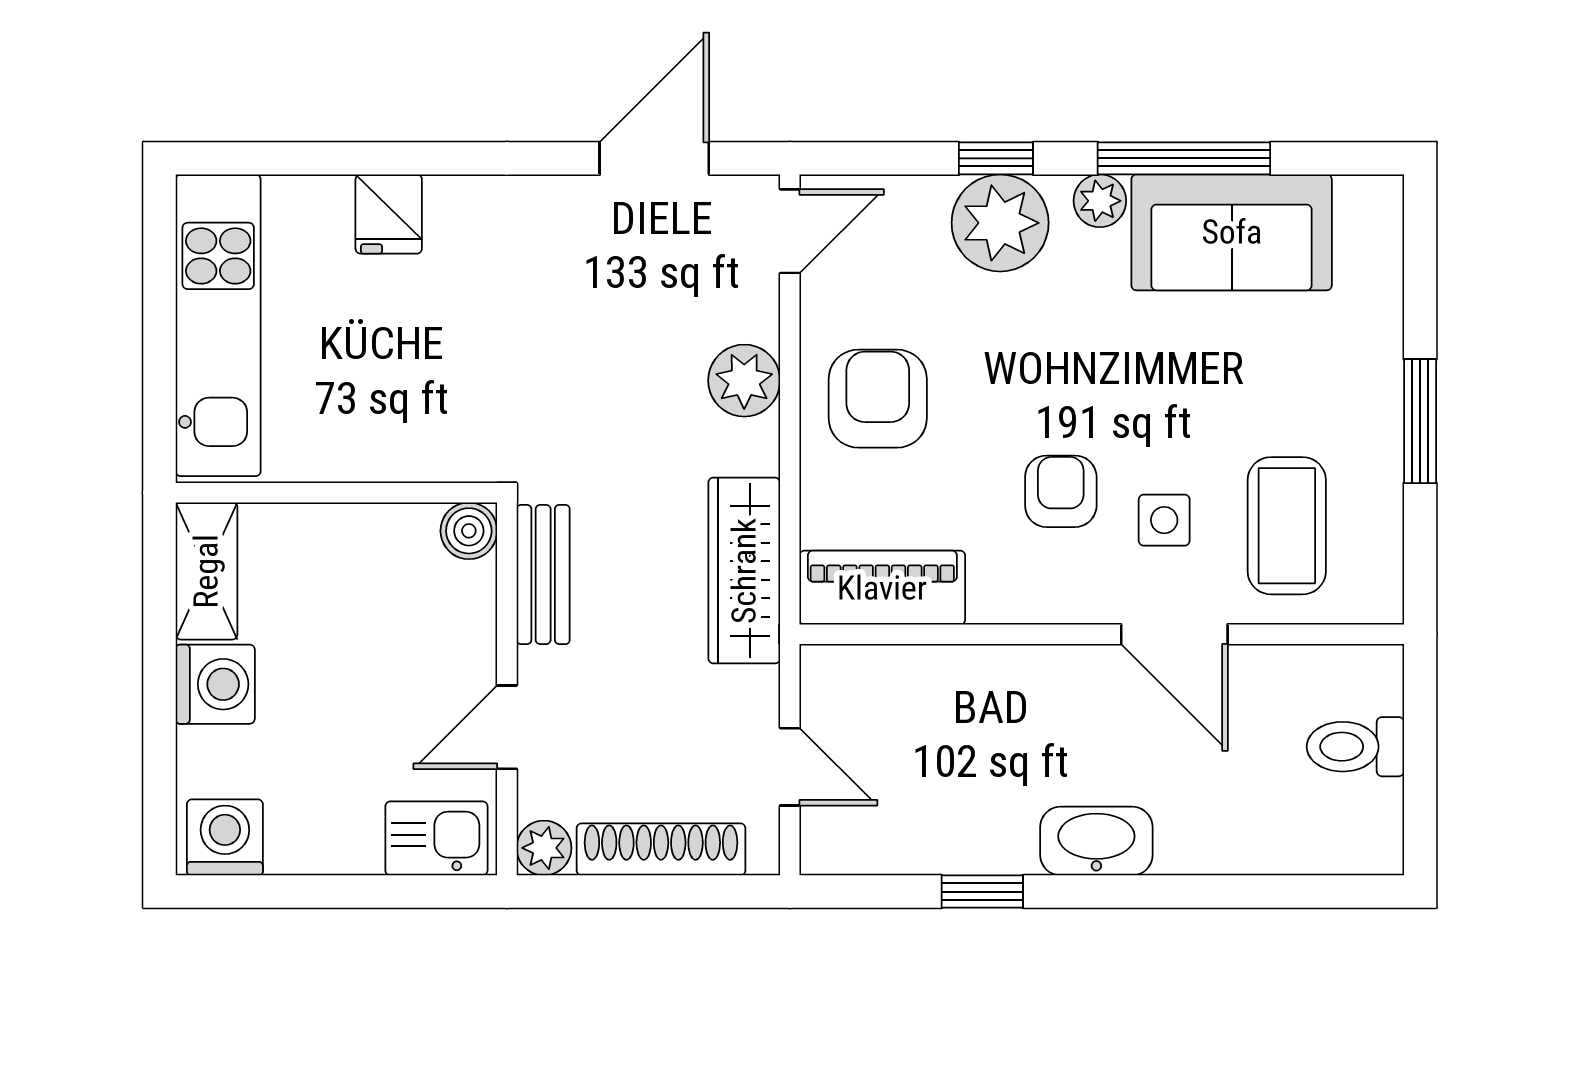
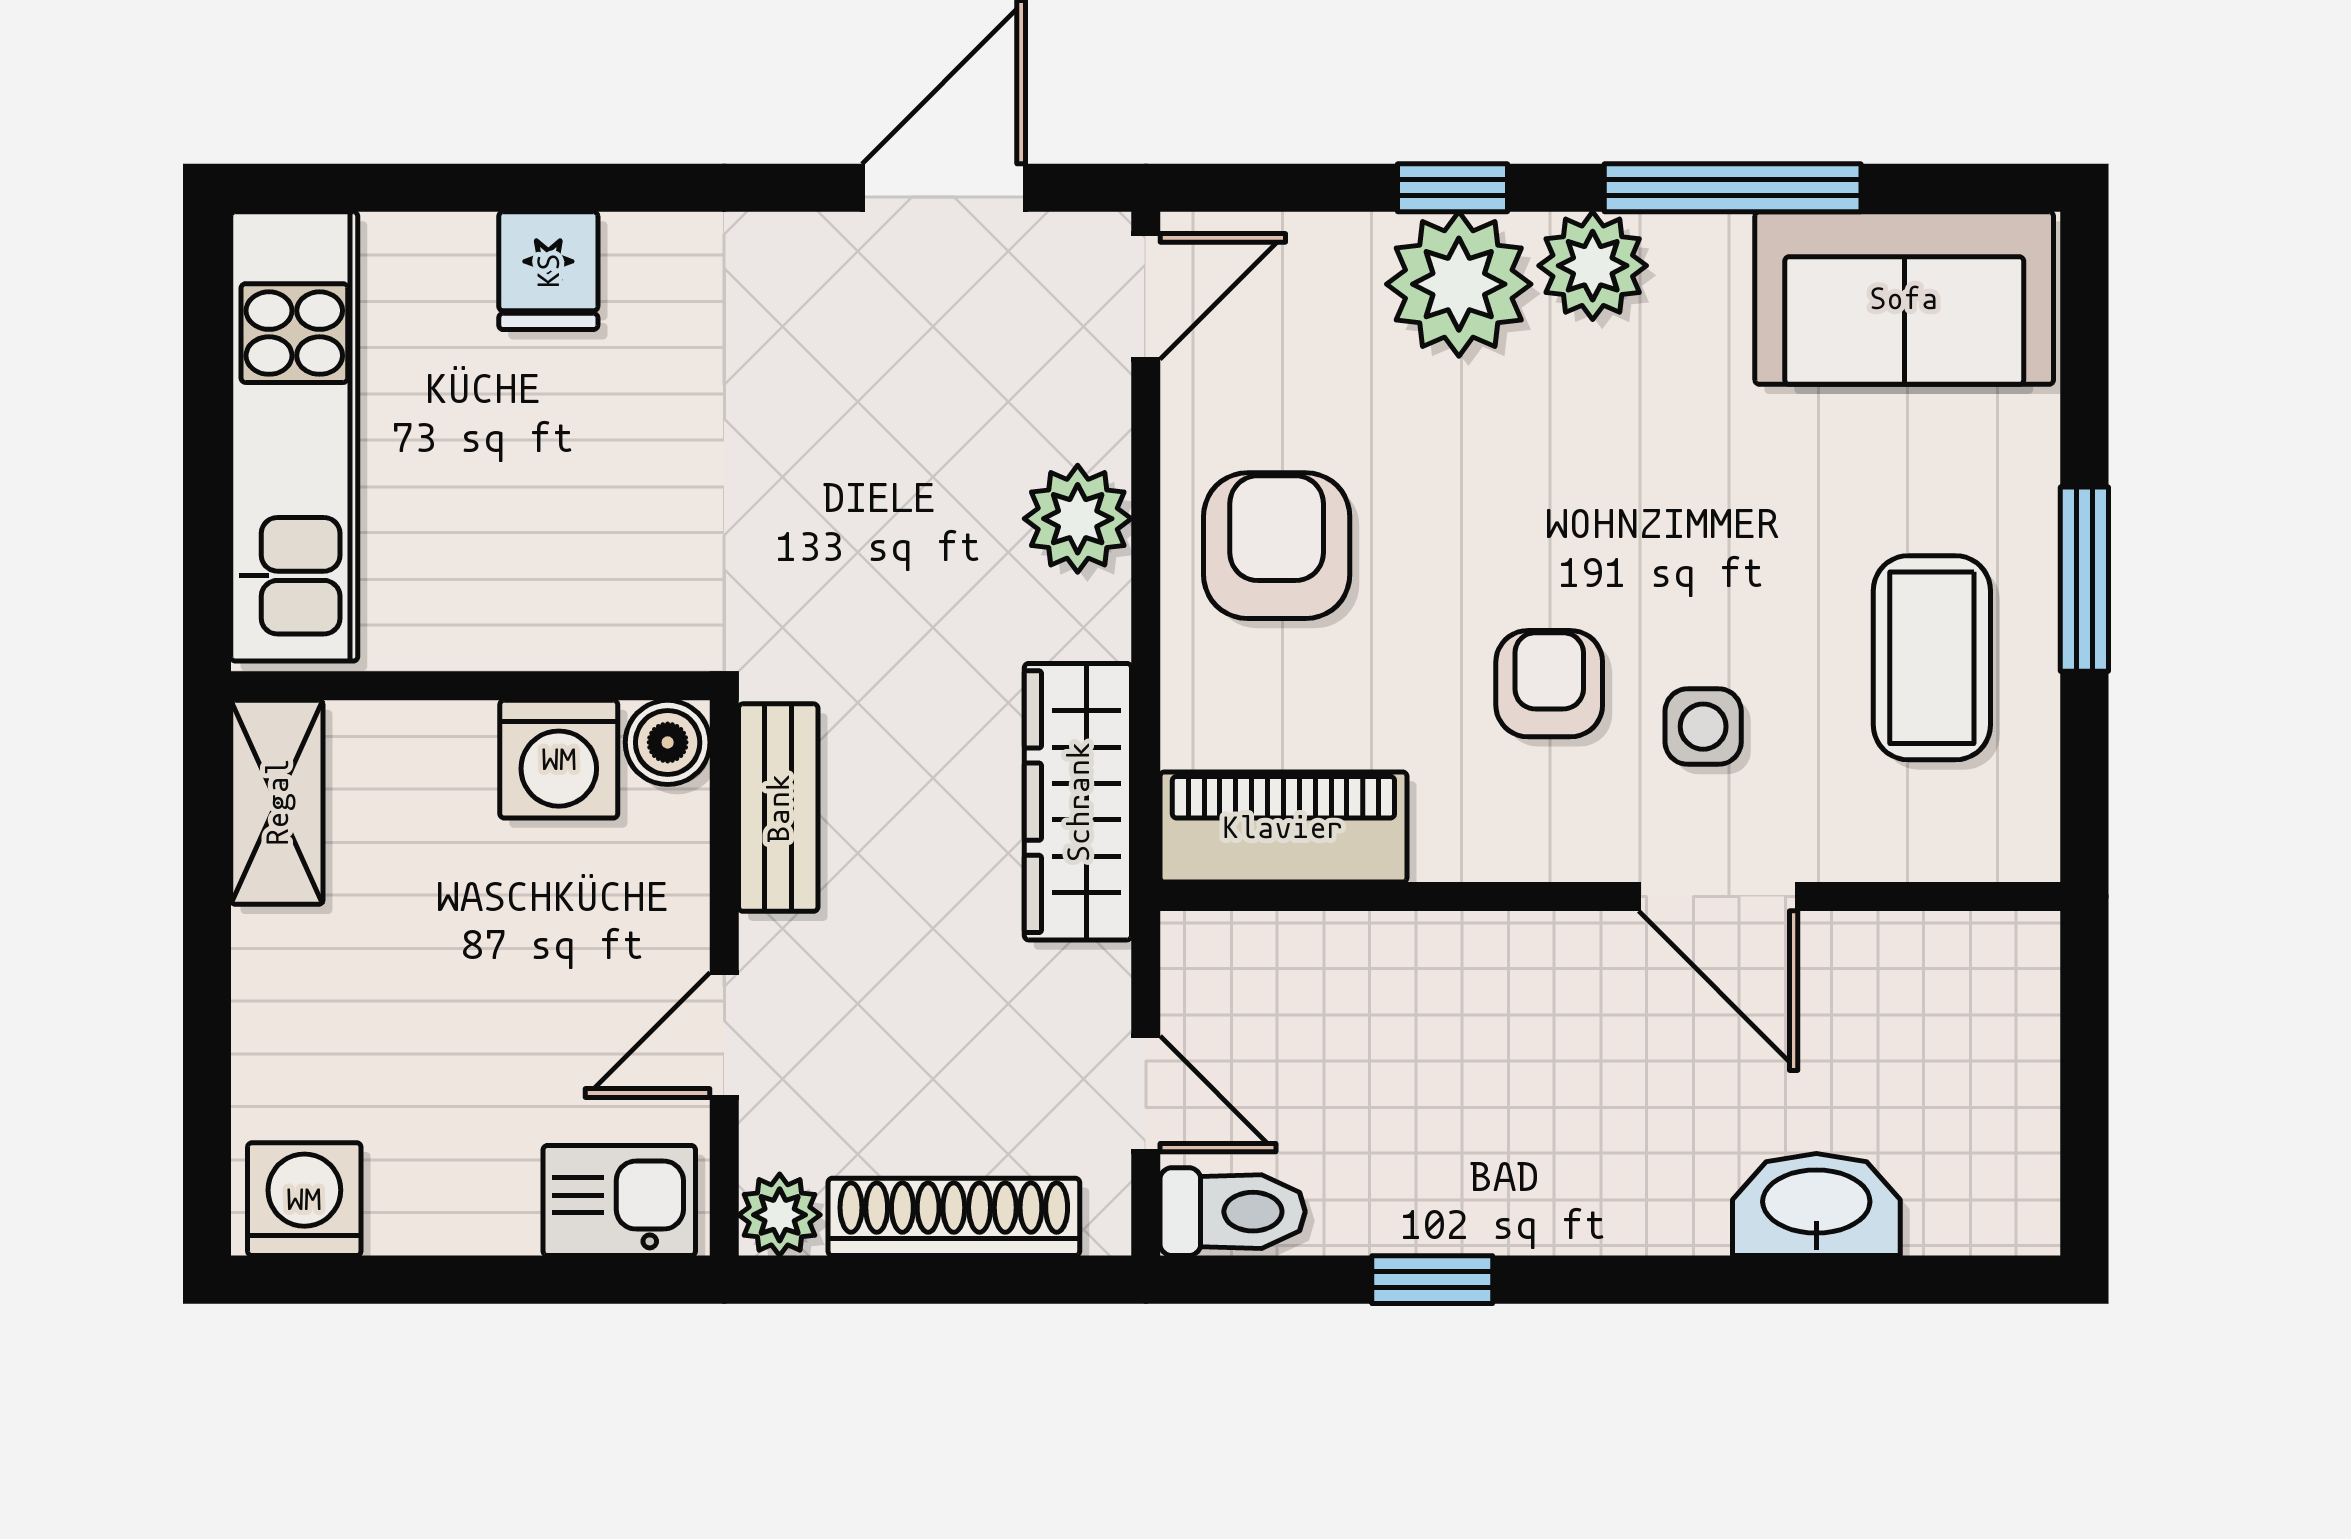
plant: (1100, 201) -> (1593, 266), width x1.38, depth x1.38
sofa: (1232, 232) -> (1904, 298), moved
coffee table: (1287, 526) -> (1932, 658), moved
washing machine: (215, 684) -> (559, 759), moved, turned 90
toilet: (1355, 747) -> (1233, 1212), moved, turned 180
washbasin: (1096, 841) -> (1816, 1205), moved

